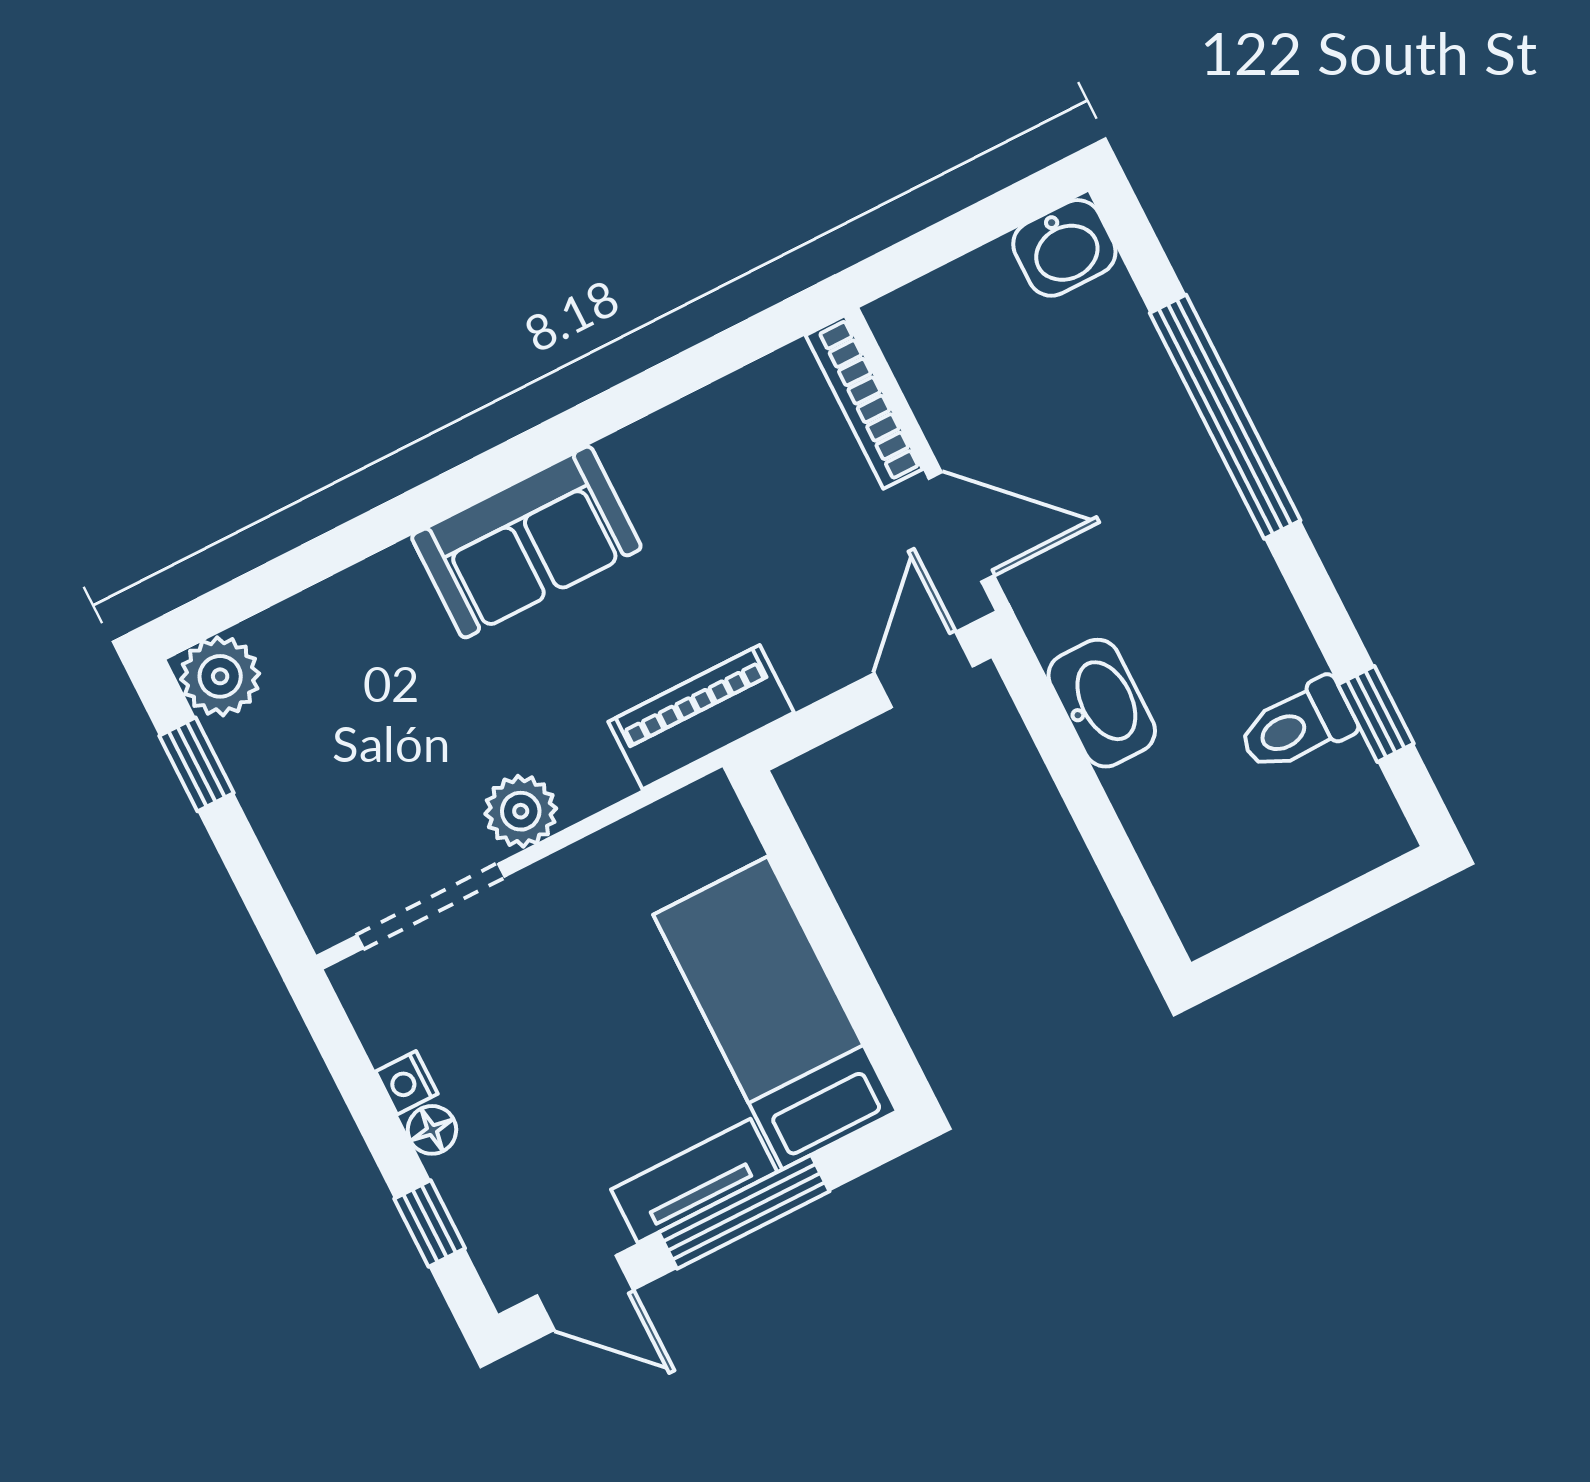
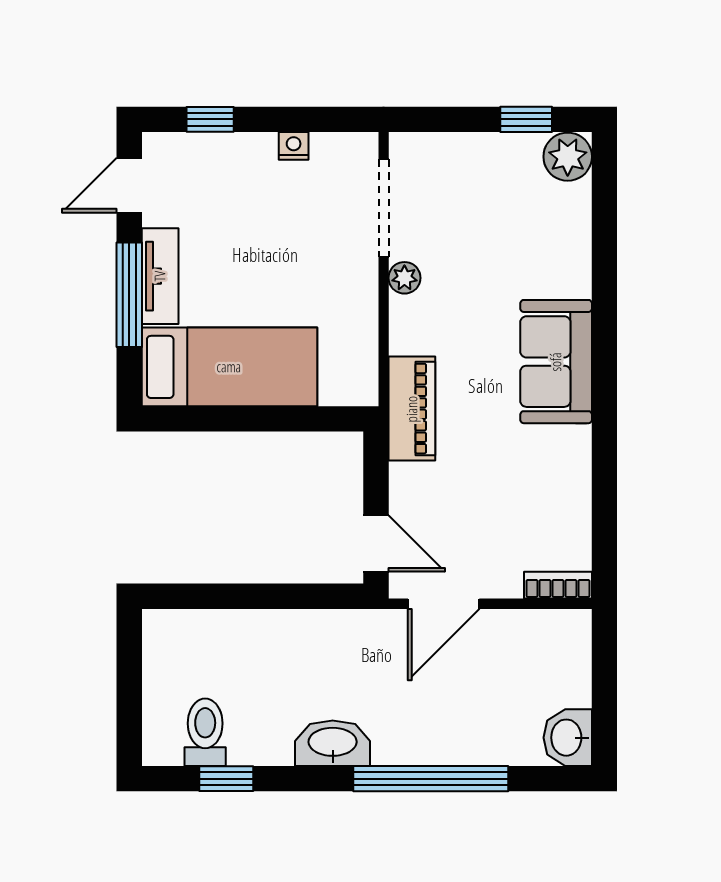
bookcase: (864, 402) -> (558, 585), width x0.64
washbasin: (1102, 703) -> (333, 743), moved, turned 180
toilet: (1297, 726) -> (205, 732), moved
plant: (521, 811) -> (404, 278), width x0.73, depth x0.73
floor lamp: (432, 1130) -> (261, 147), removed

